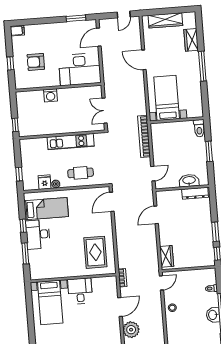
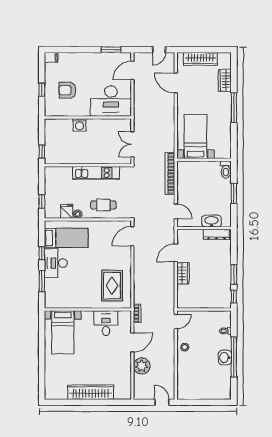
door: (144, 60) -> (176, 83), moved
door: (153, 174) -> (176, 211), hinge flipped
wardrobe: (167, 256) -> (183, 273), moved
desk: (80, 291) -> (106, 323), moved

